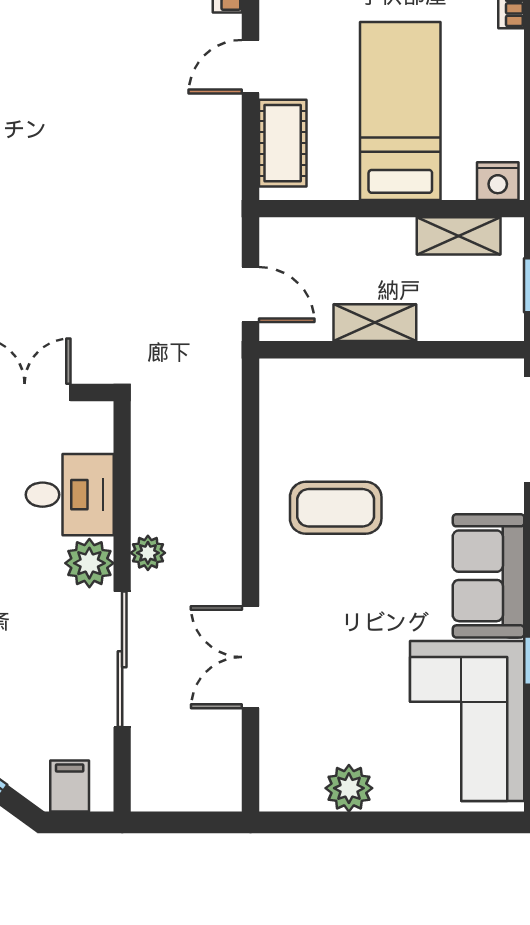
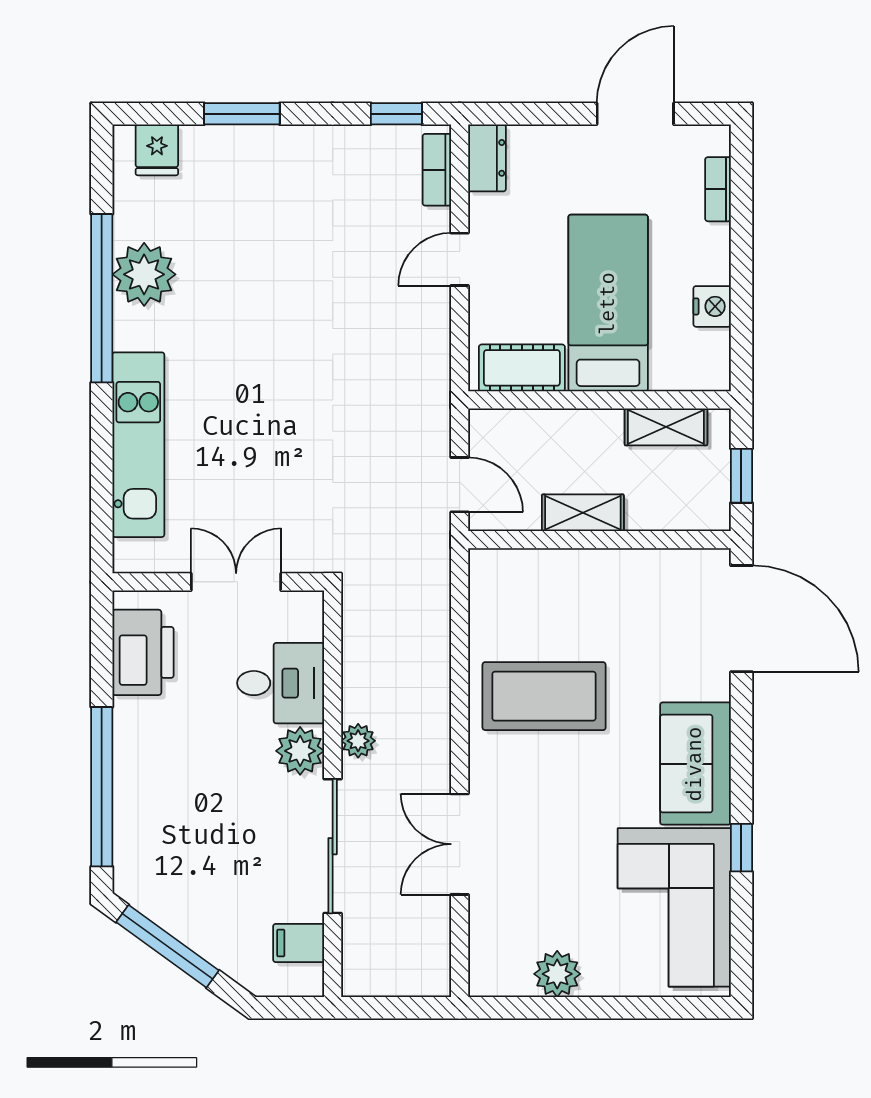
cot: (283, 143) -> (522, 368), moved, turned 90
nightstand: (498, 181) -> (712, 306), moved, turned -90
coffee table: (336, 508) -> (544, 696), width x1.36, depth x1.32
filing cabinet: (70, 786) -> (299, 943), moved, turned -90

